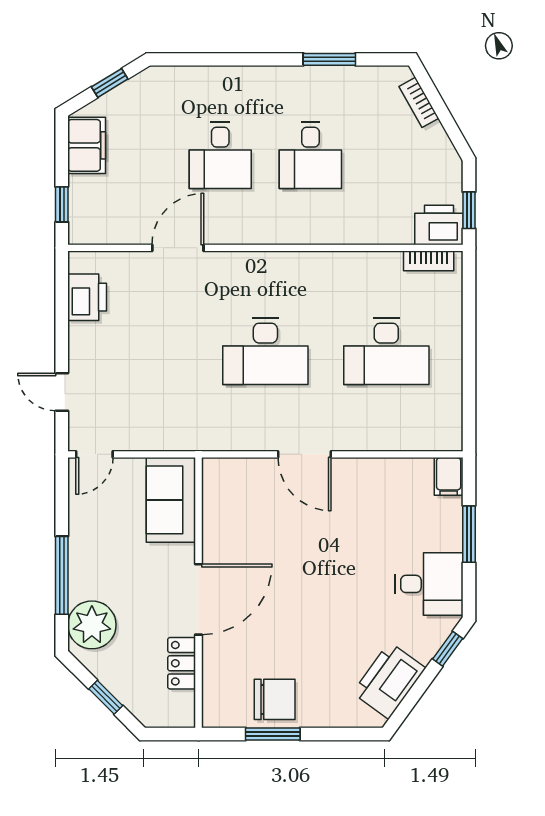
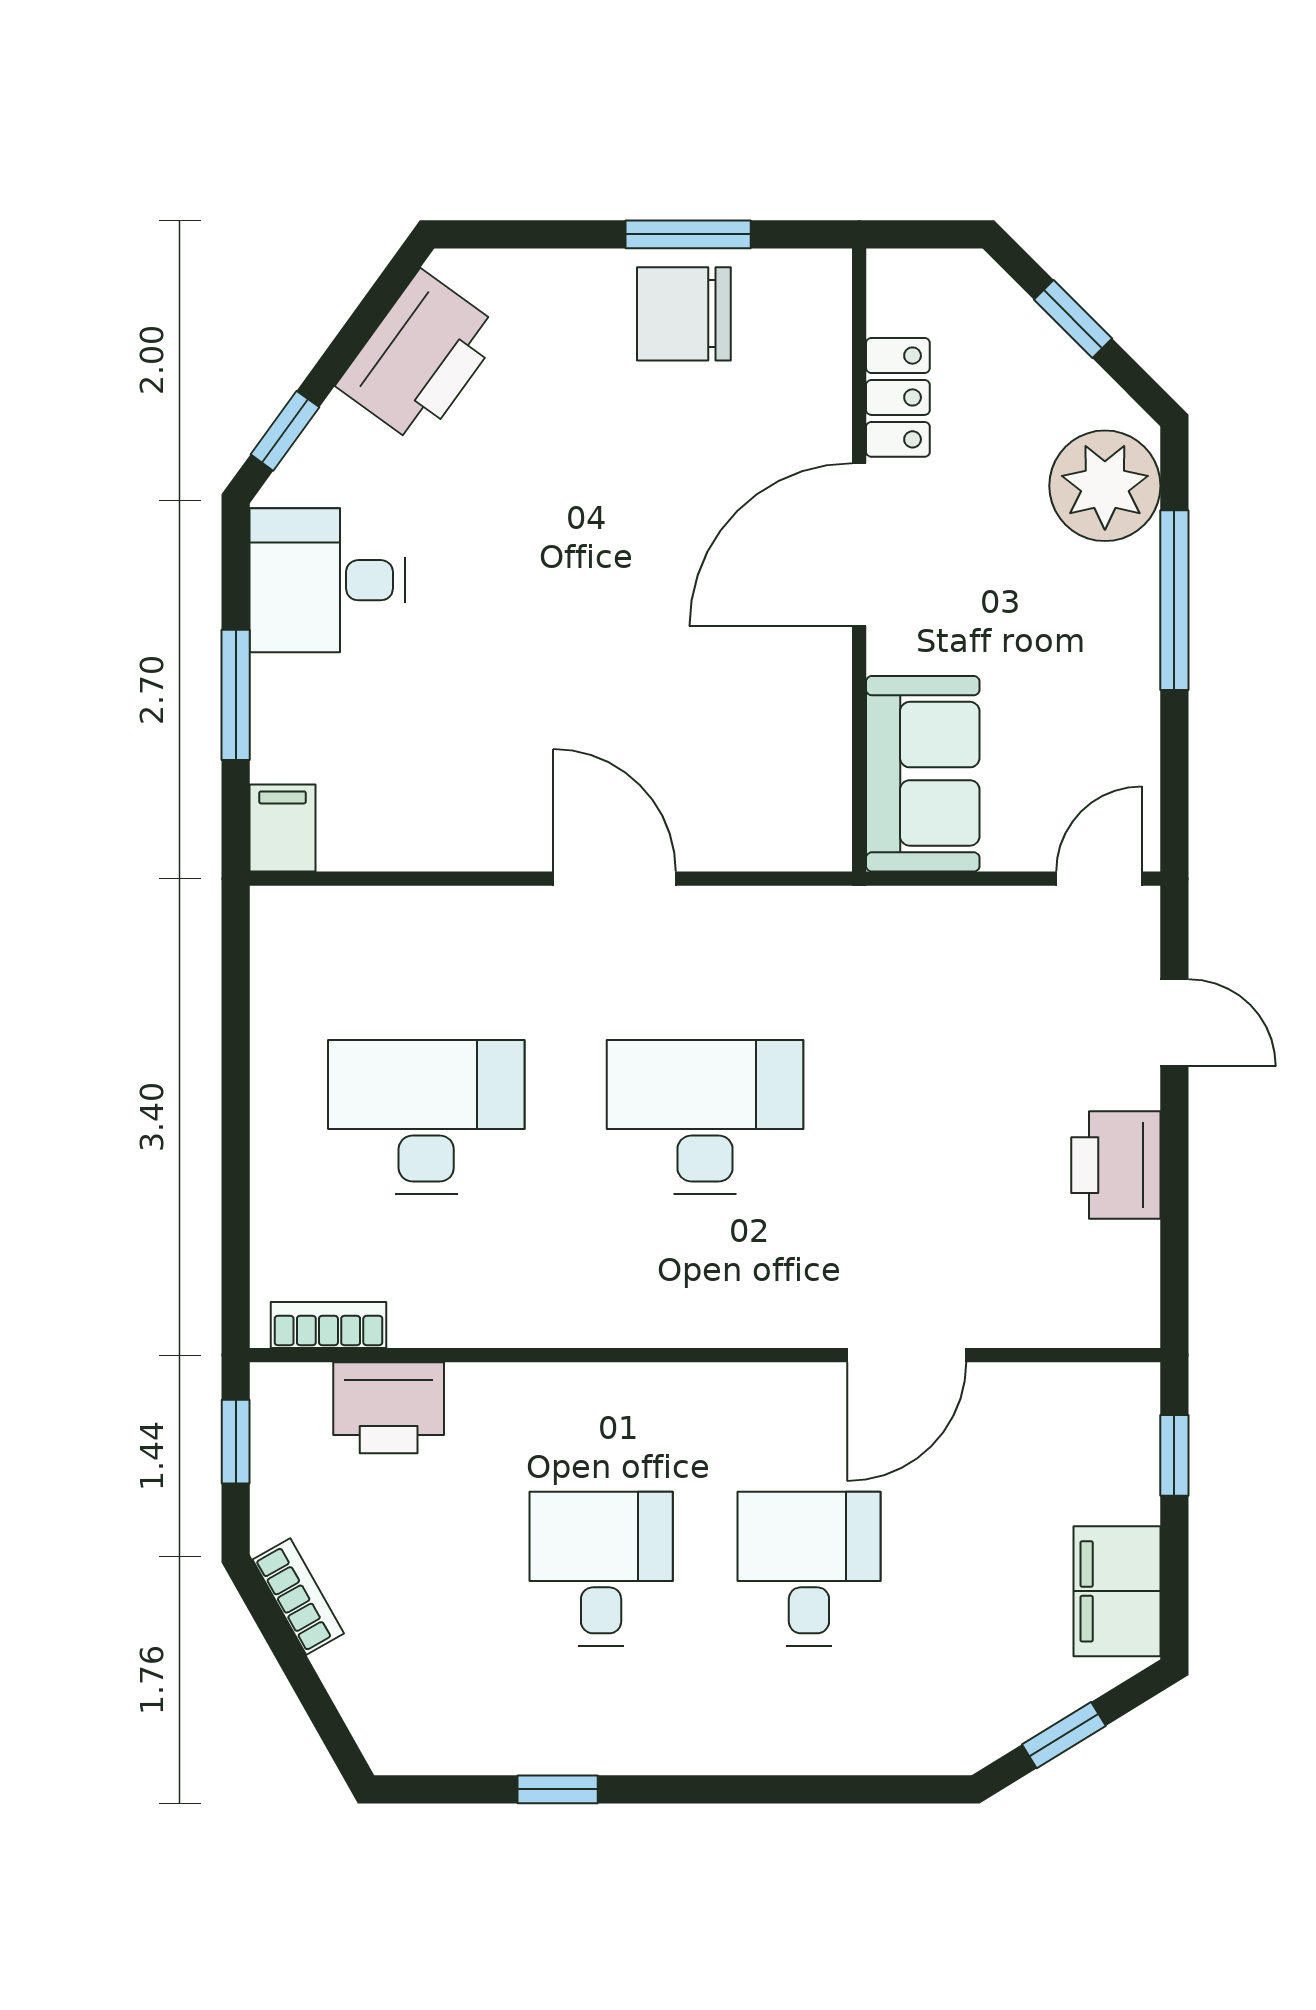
window: (329, 59) -> (558, 1789), width x0.67
bookcase: (419, 102) -> (298, 1596), moved
printer: (439, 225) -> (389, 1408), moved
printer: (87, 297) -> (1116, 1165), moved

